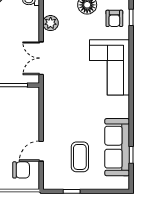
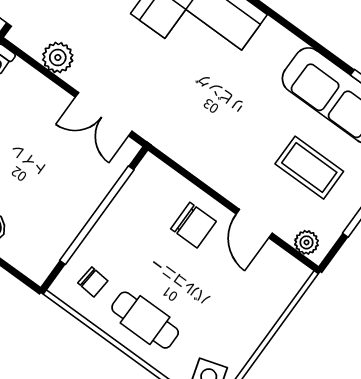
chair: (21, 170) -> (193, 225), moved, turned 90
plant: (49, 178) -> (307, 242), added

